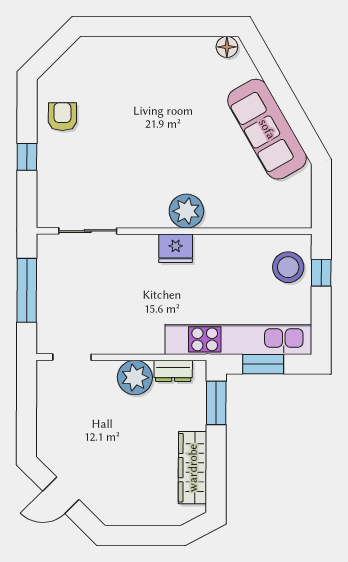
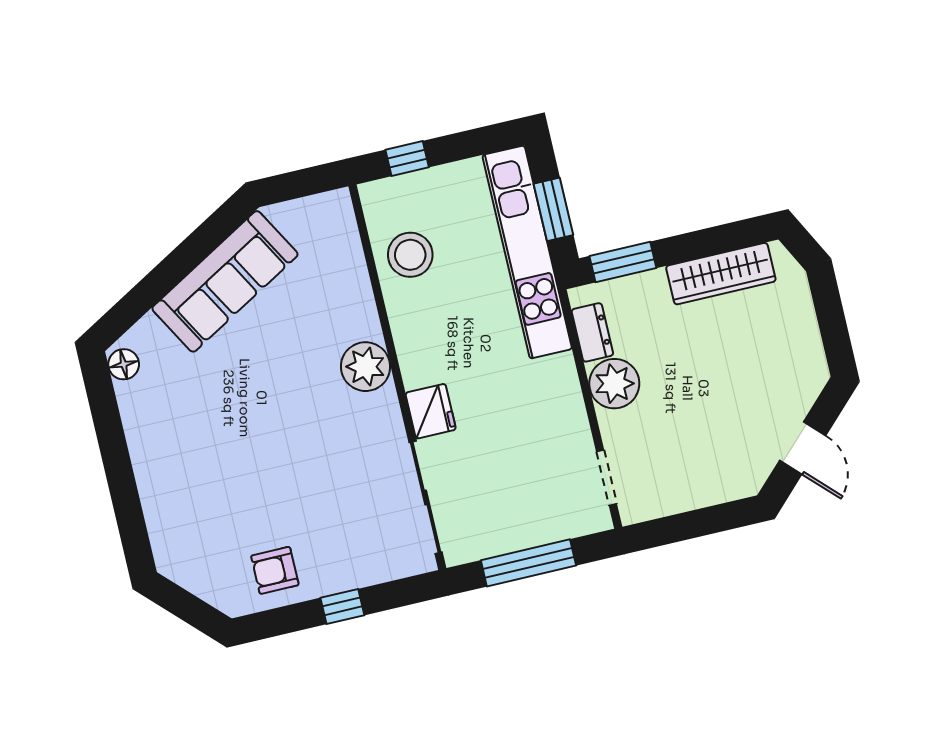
sliding door: (88, 231) -> (426, 497), width x1.37
fridge: (176, 248) -> (431, 411), moved
stool: (288, 267) -> (410, 255), moved

